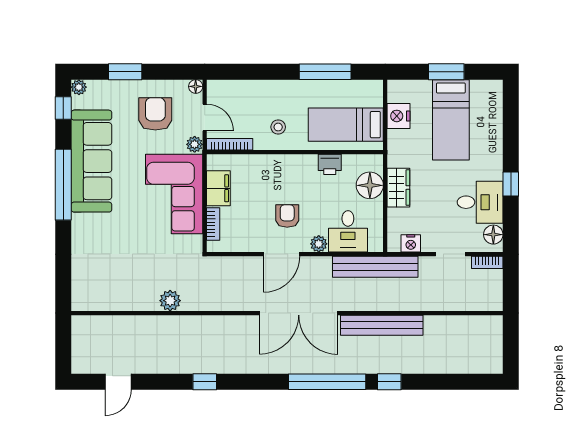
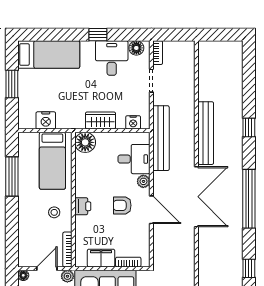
bed: (451, 120) -> (49, 54), moved
printer: (330, 164) -> (83, 206), moved
floor lamp: (370, 185) -> (85, 142), moved
nightstand: (411, 243) -> (133, 122), moved, turned 90
window: (327, 382) -> (249, 199), moved

